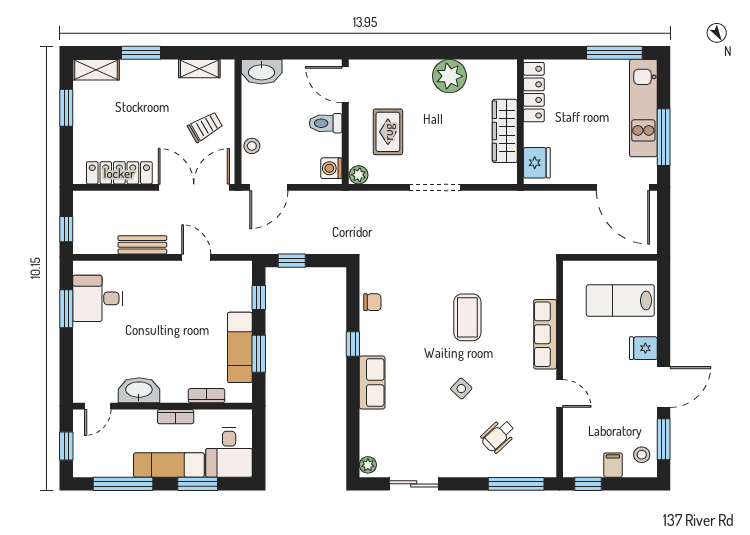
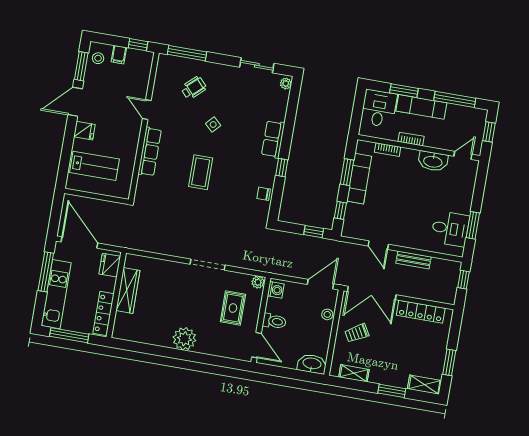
locker: (534, 92) -> (103, 314), moved
wall: (520, 122) -> (116, 295), moved
wardrobe: (505, 131) -> (128, 290), moved
fridge: (537, 163) -> (110, 265), moved

